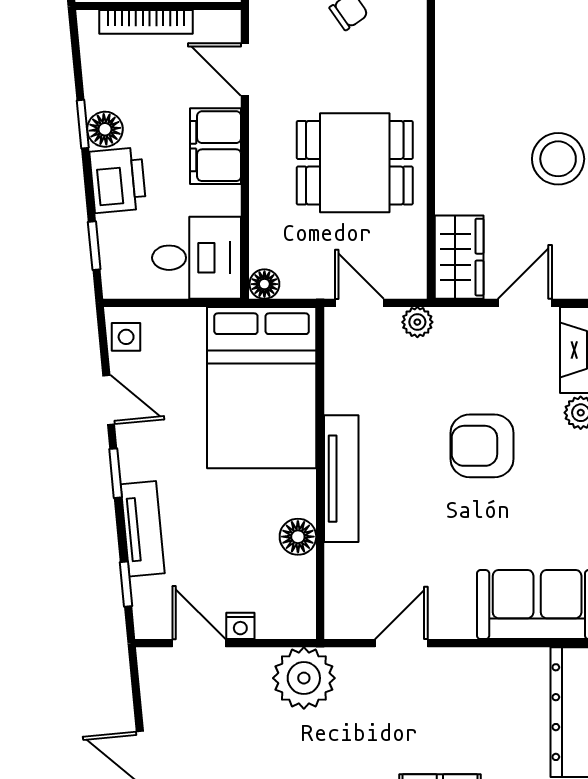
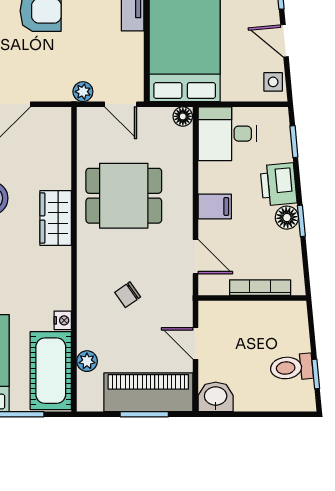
filing cabinet: (216, 146) -> (215, 206), width x0.50
wardrobe: (459, 257) -> (56, 218), moved

